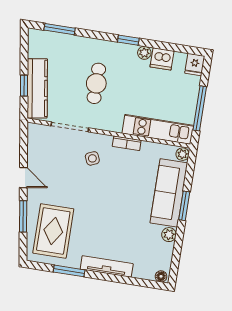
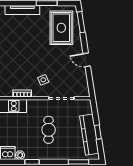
window: (24, 86) -> (98, 132), moved
kitchen counter: (37, 88) -> (89, 135), moved
window: (23, 216) -> (81, 22), moved

